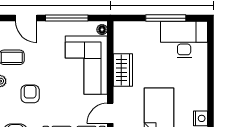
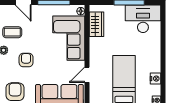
wardrobe: (123, 70) -> (97, 24), moved

